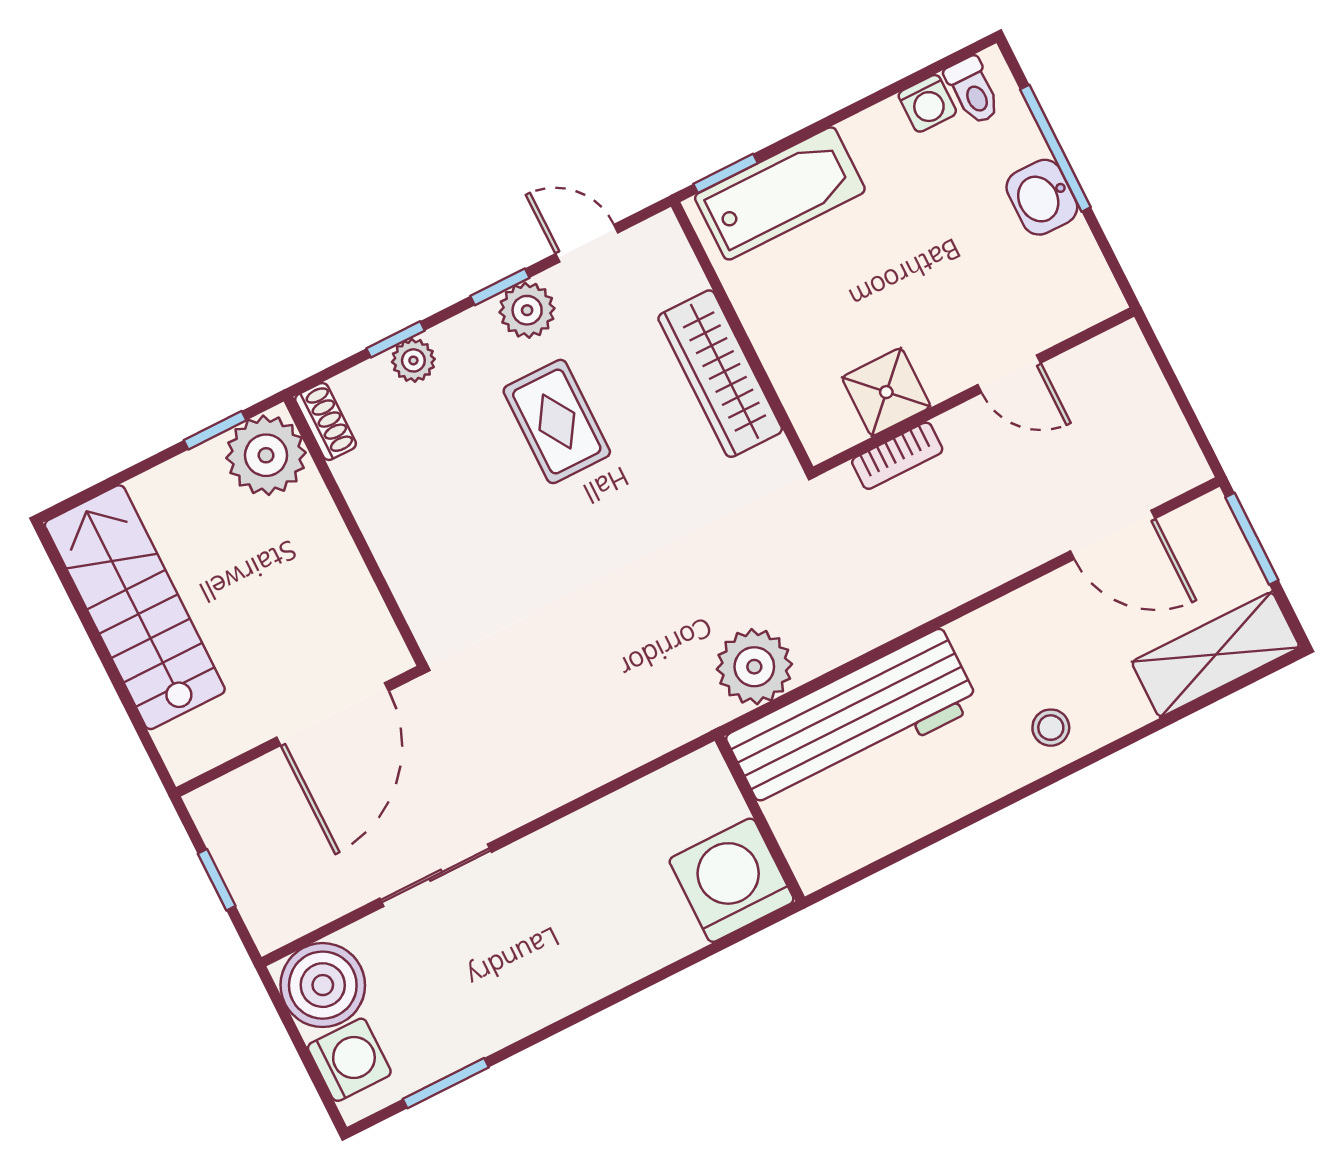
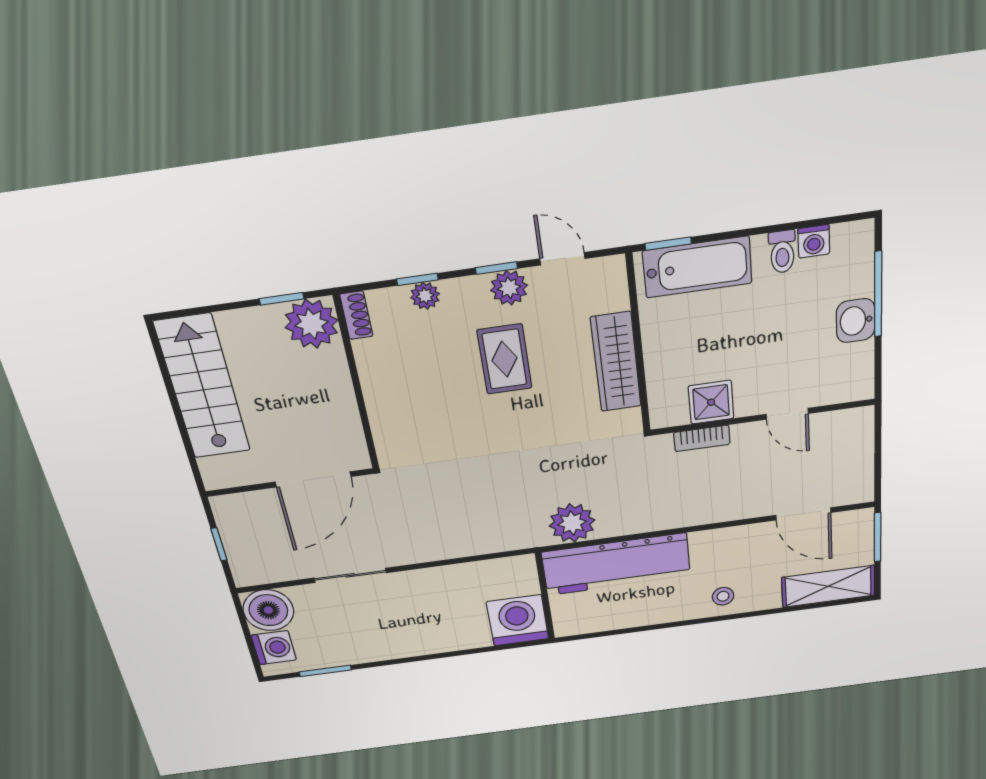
toilet: (973, 91) -> (782, 252), moved

